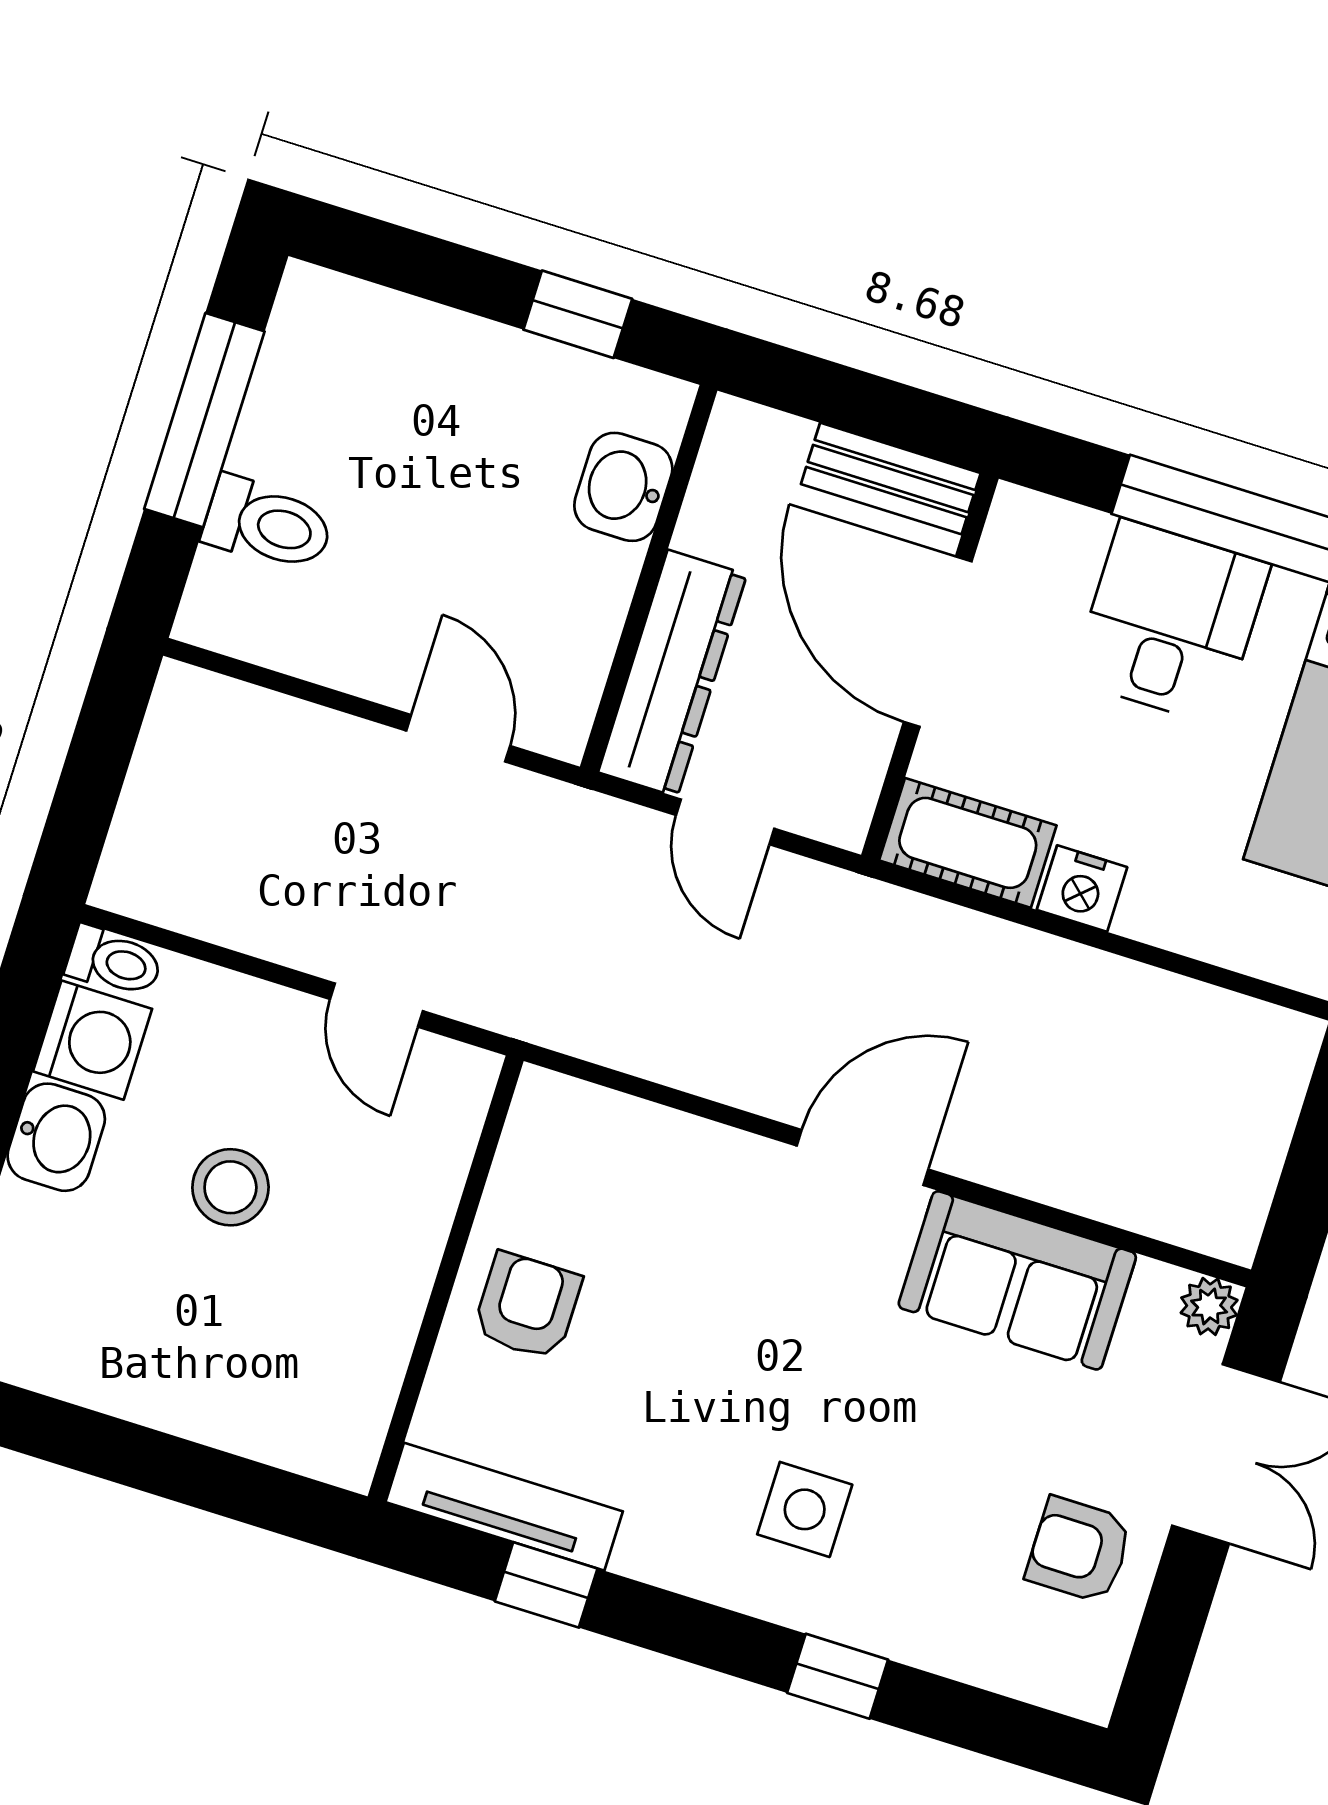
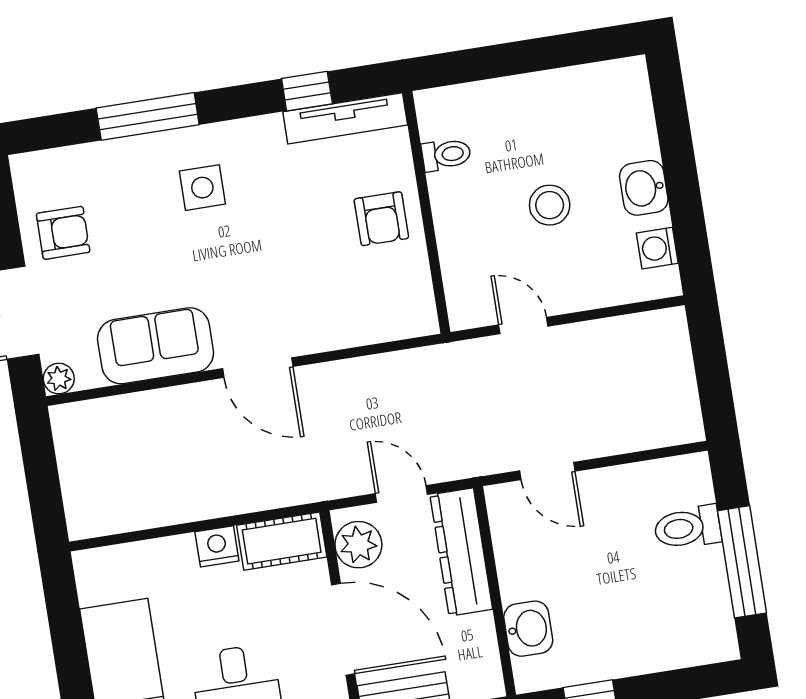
plant: (841, 772) -> (358, 545), added
toilet: (114, 962) -> (446, 155), moved, turned 180
washing machine: (93, 1040) -> (657, 248), width x0.73, depth x0.73
door: (862, 1158) -> (258, 368), hinge flipped
window: (838, 1676) -> (148, 116), width x2.17

